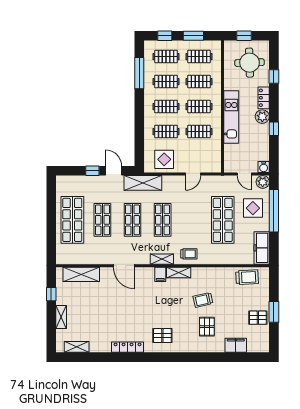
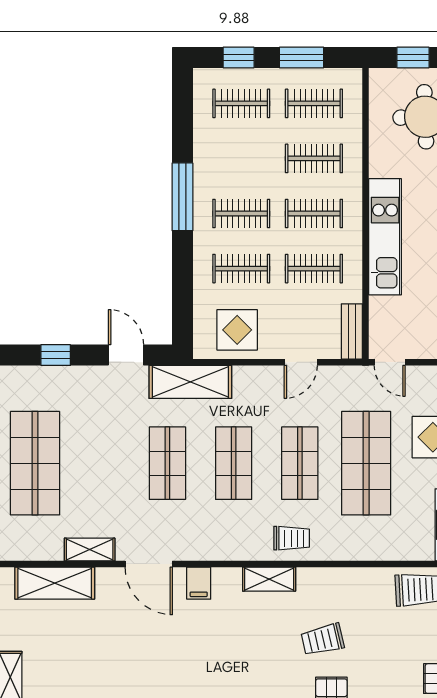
window: (139, 73) -> (182, 197), moved
clothes rail: (166, 82) -> (241, 158), removed
bench: (216, 160) -> (352, 331), added
window: (92, 171) -> (56, 355), moved
door: (244, 174) -> (390, 362), moved
shop shelf: (102, 220) -> (300, 463), moved
shelving: (162, 259) -> (90, 550), moved
filing cabinet: (160, 274) -> (199, 583), moved

